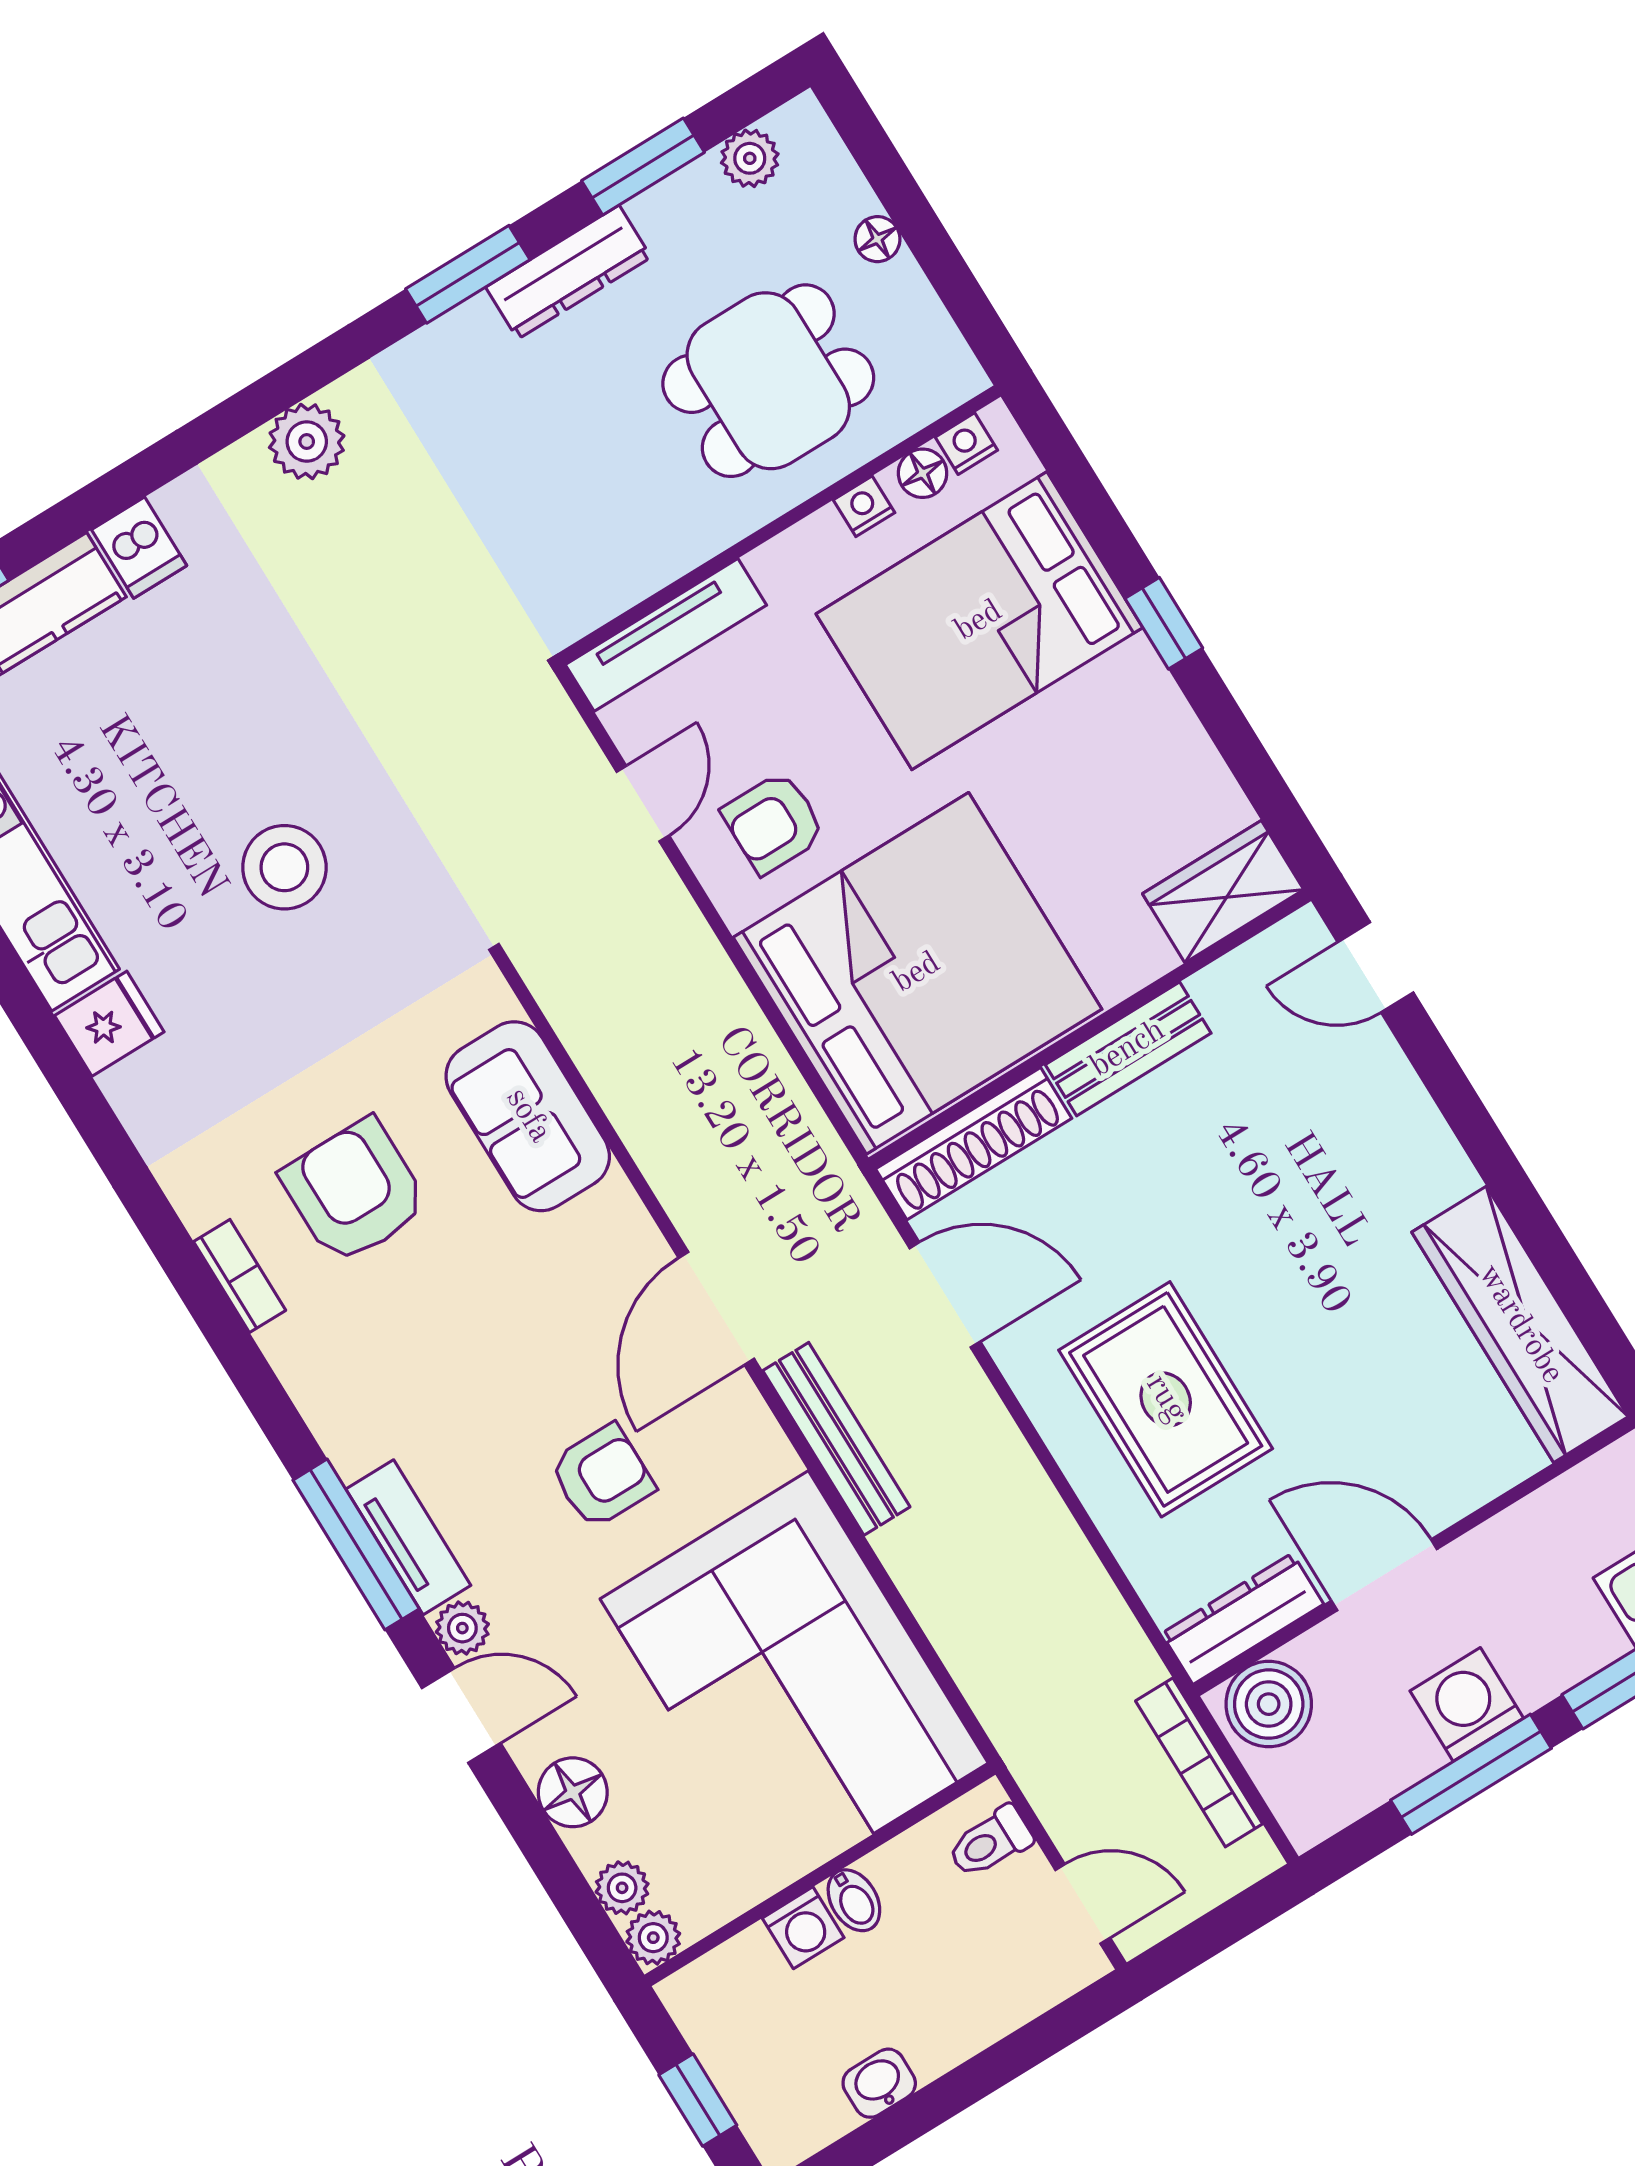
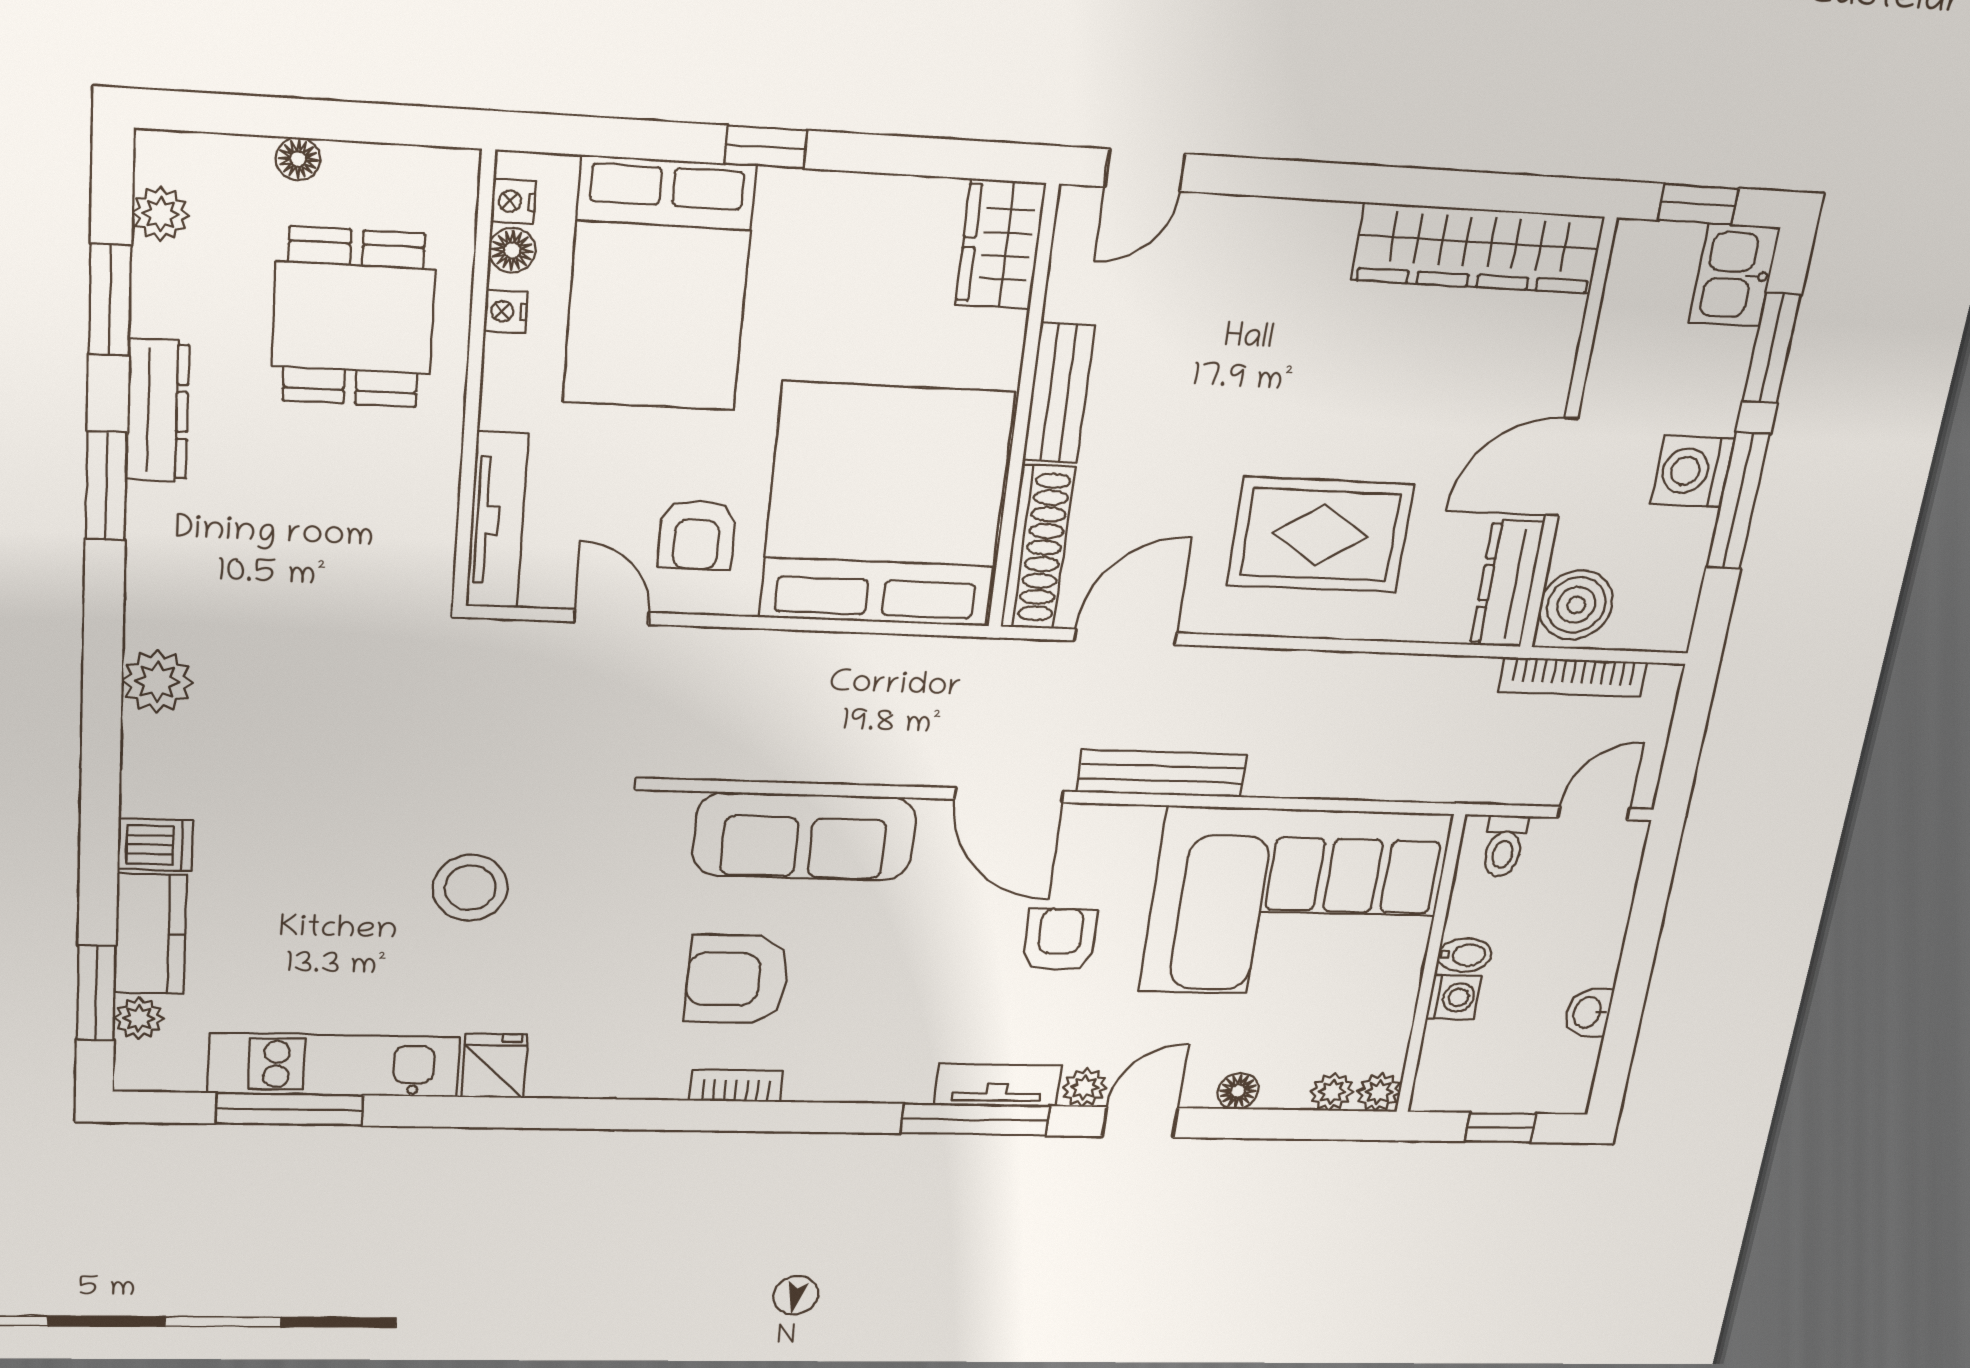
sofa: (528, 1116) -> (805, 836), width x1.36
floor lamp: (573, 1792) -> (1238, 1091), width x0.73, depth x0.73

